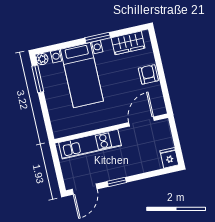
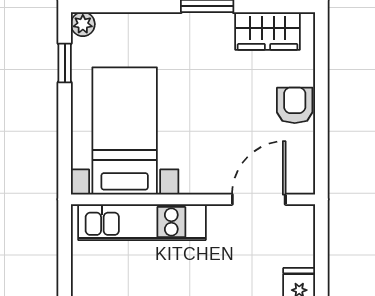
bed with nightstands: (82, 75) -> (125, 131), moved, turned 180
window: (38, 79) -> (65, 63), width x0.67

